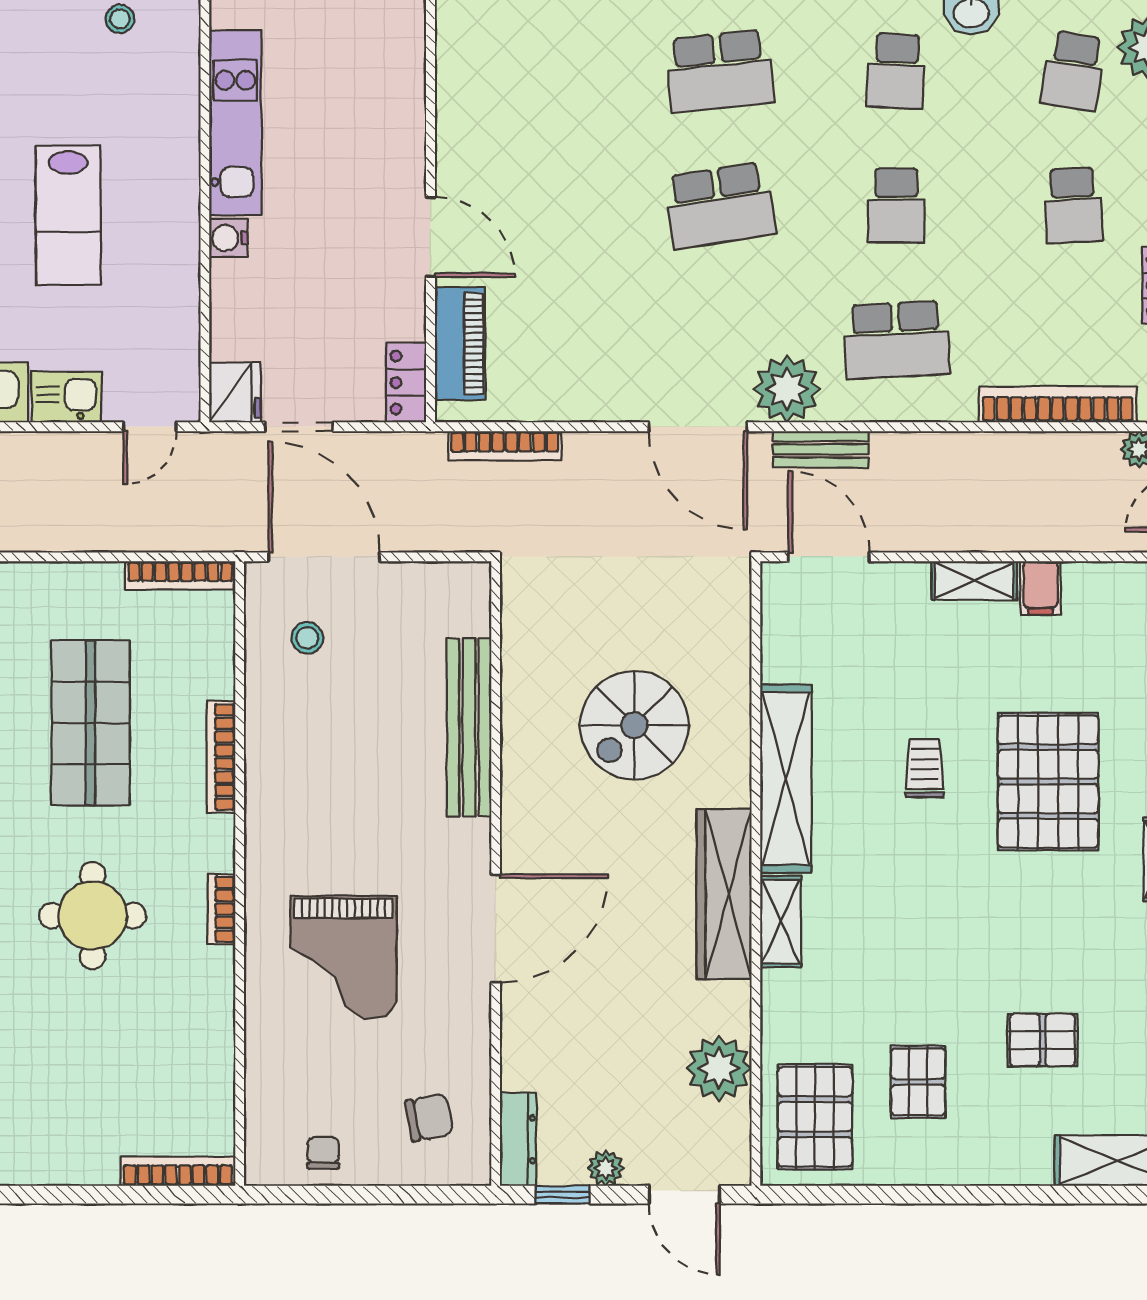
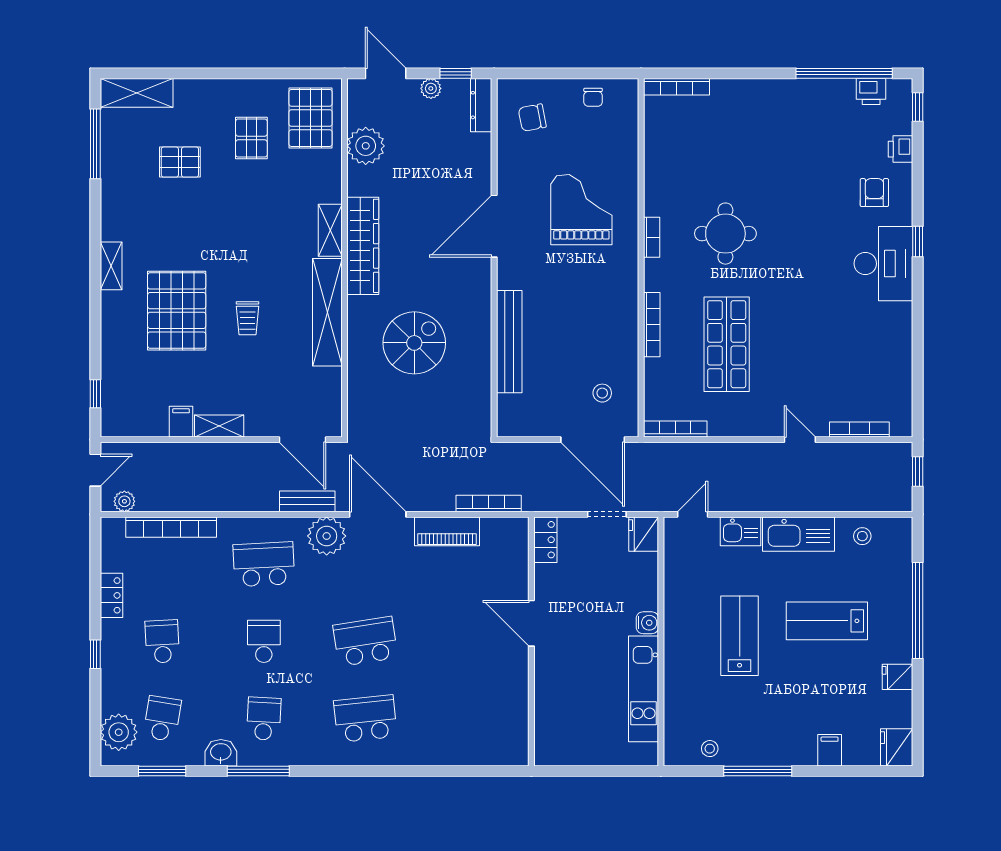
piano: (460, 344) -> (447, 531), moved, turned -90

